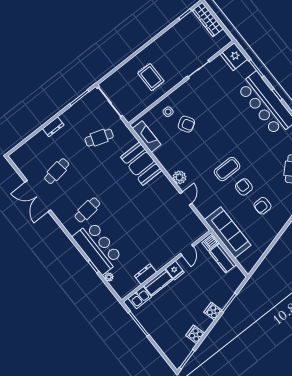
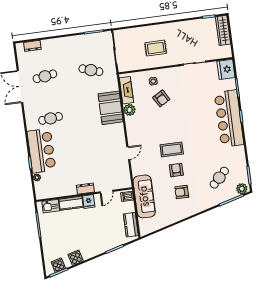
rug: (151, 77) -> (156, 48), turned 90
dresser: (53, 127) -> (32, 46), moved
plant: (179, 177) -> (129, 110), moved
kitchen counter: (223, 258) -> (131, 225), moved
dresser: (145, 274) -> (85, 189), moved
cooker: (213, 311) -> (58, 265), moved

